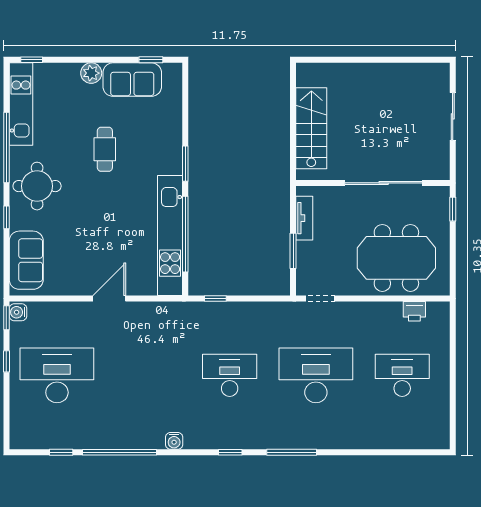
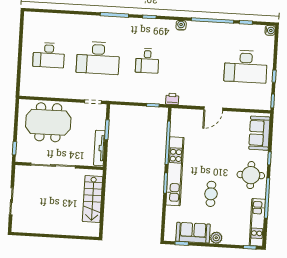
tv unit: (304, 218) -> (99, 148), width x1.41
kitchen unit: (170, 235) -> (175, 171), moved
printer: (414, 311) -> (172, 99), moved
water cooler: (18, 312) -> (270, 30), moved
desk: (230, 375) -> (147, 61), width x0.73

